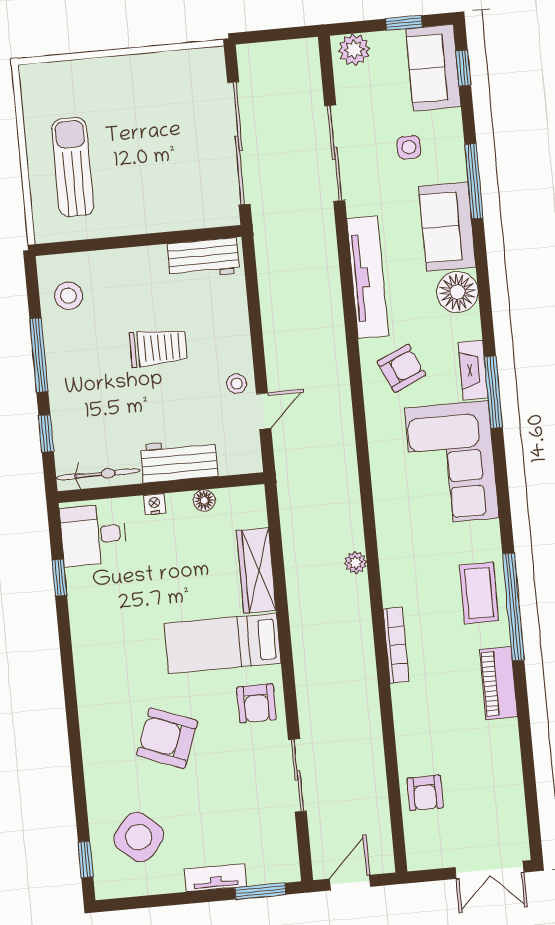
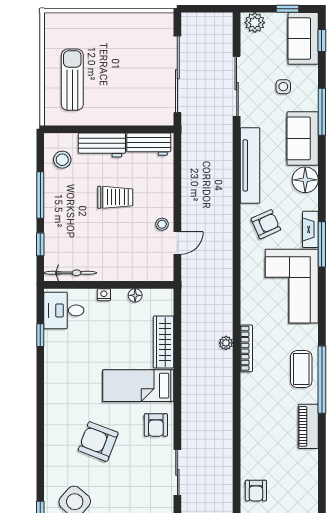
workbench: (179, 461) -> (102, 145), moved, turned 180
bookcase: (396, 645) -> (246, 348), moved

